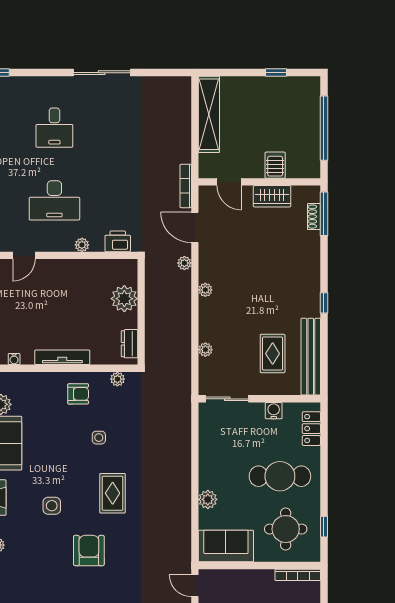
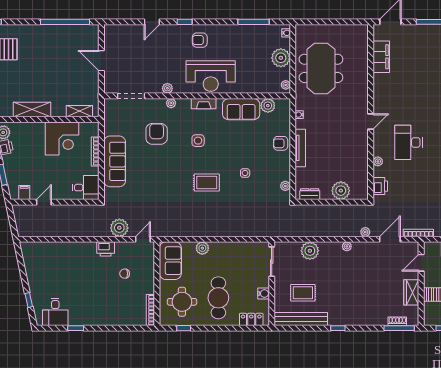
door: (24, 255) -> (371, 121), swing flipped
plant: (205, 350) -> (310, 251), width x1.87, depth x1.87
armchair: (78, 394) -> (281, 143), moved, turned 90
armchair: (89, 551) -> (157, 134), moved, turned -90

